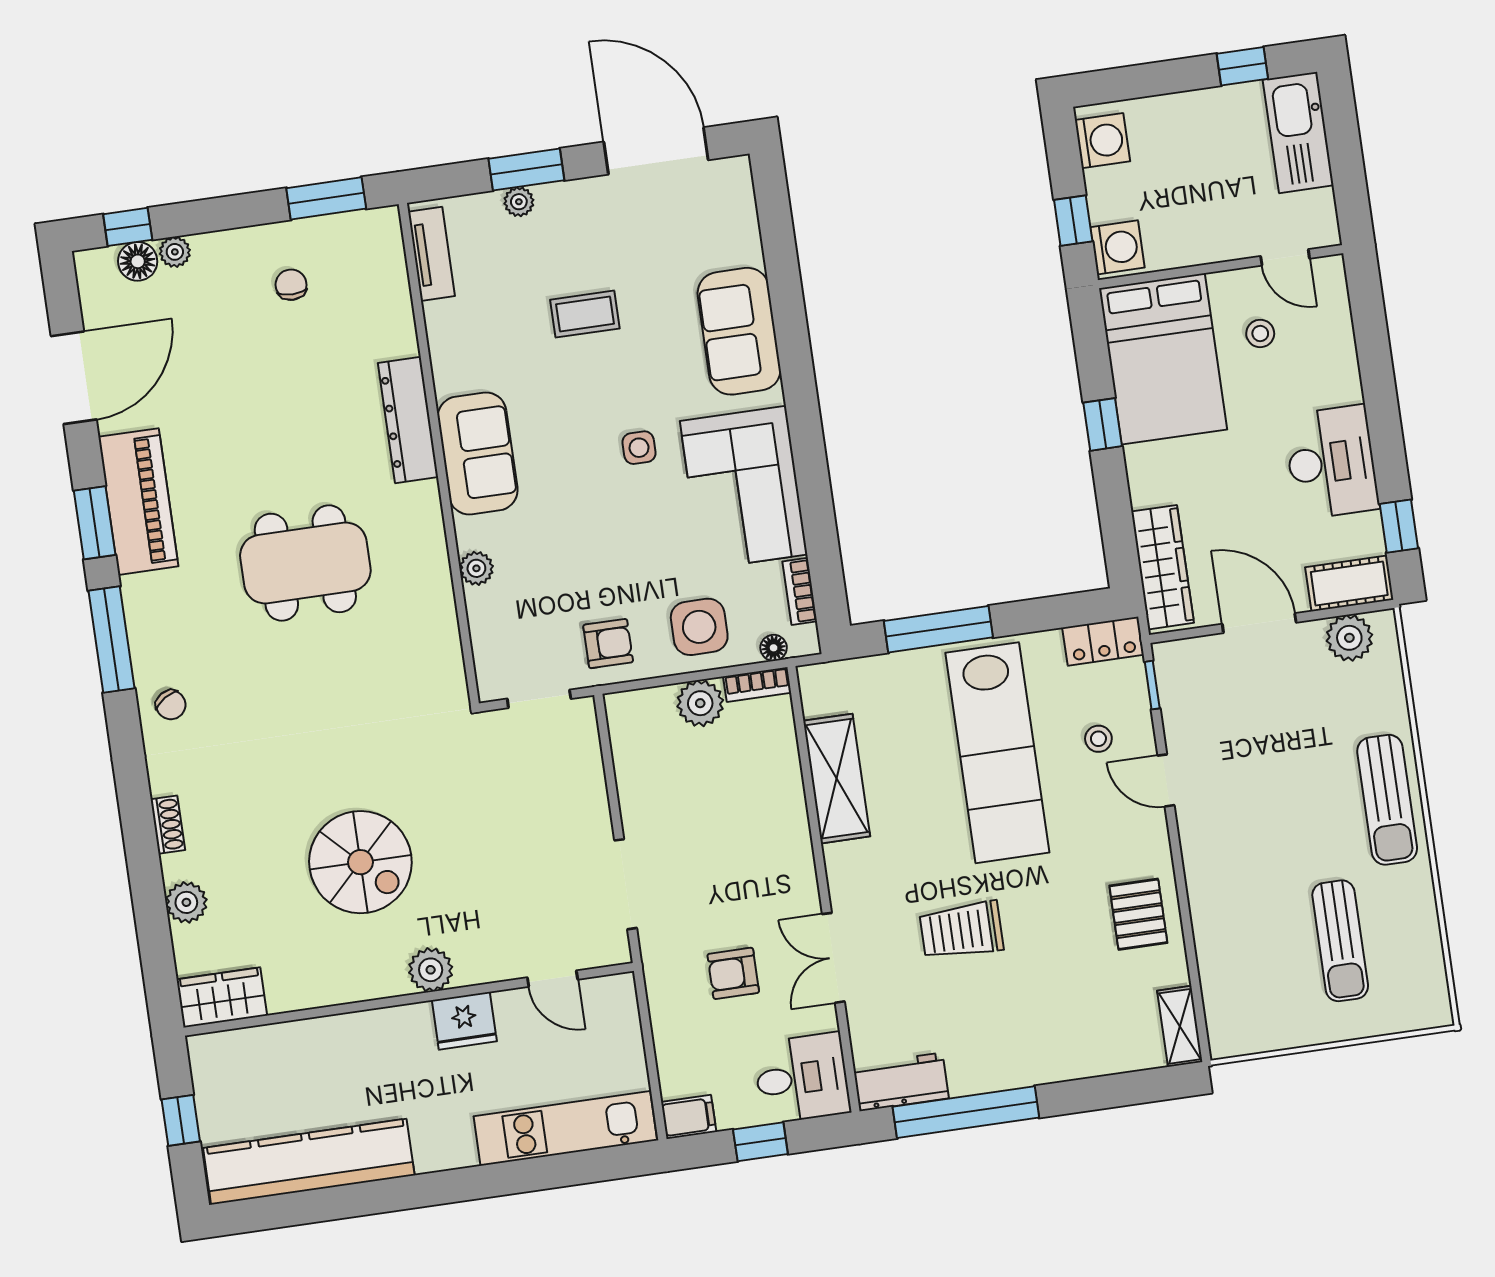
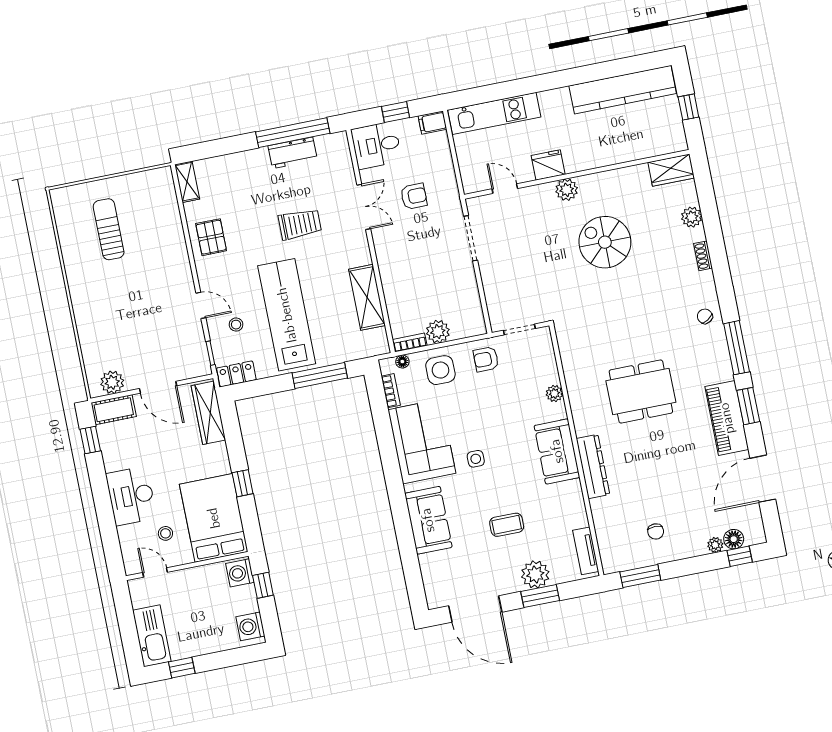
plant: (519, 202) -> (535, 574), width x1.87, depth x1.87
desk: (1331, 462) -> (131, 496), moved
sun lounger: (1387, 800) -> (89, 302), removed
workbench: (901, 1082) -> (293, 153), moved

